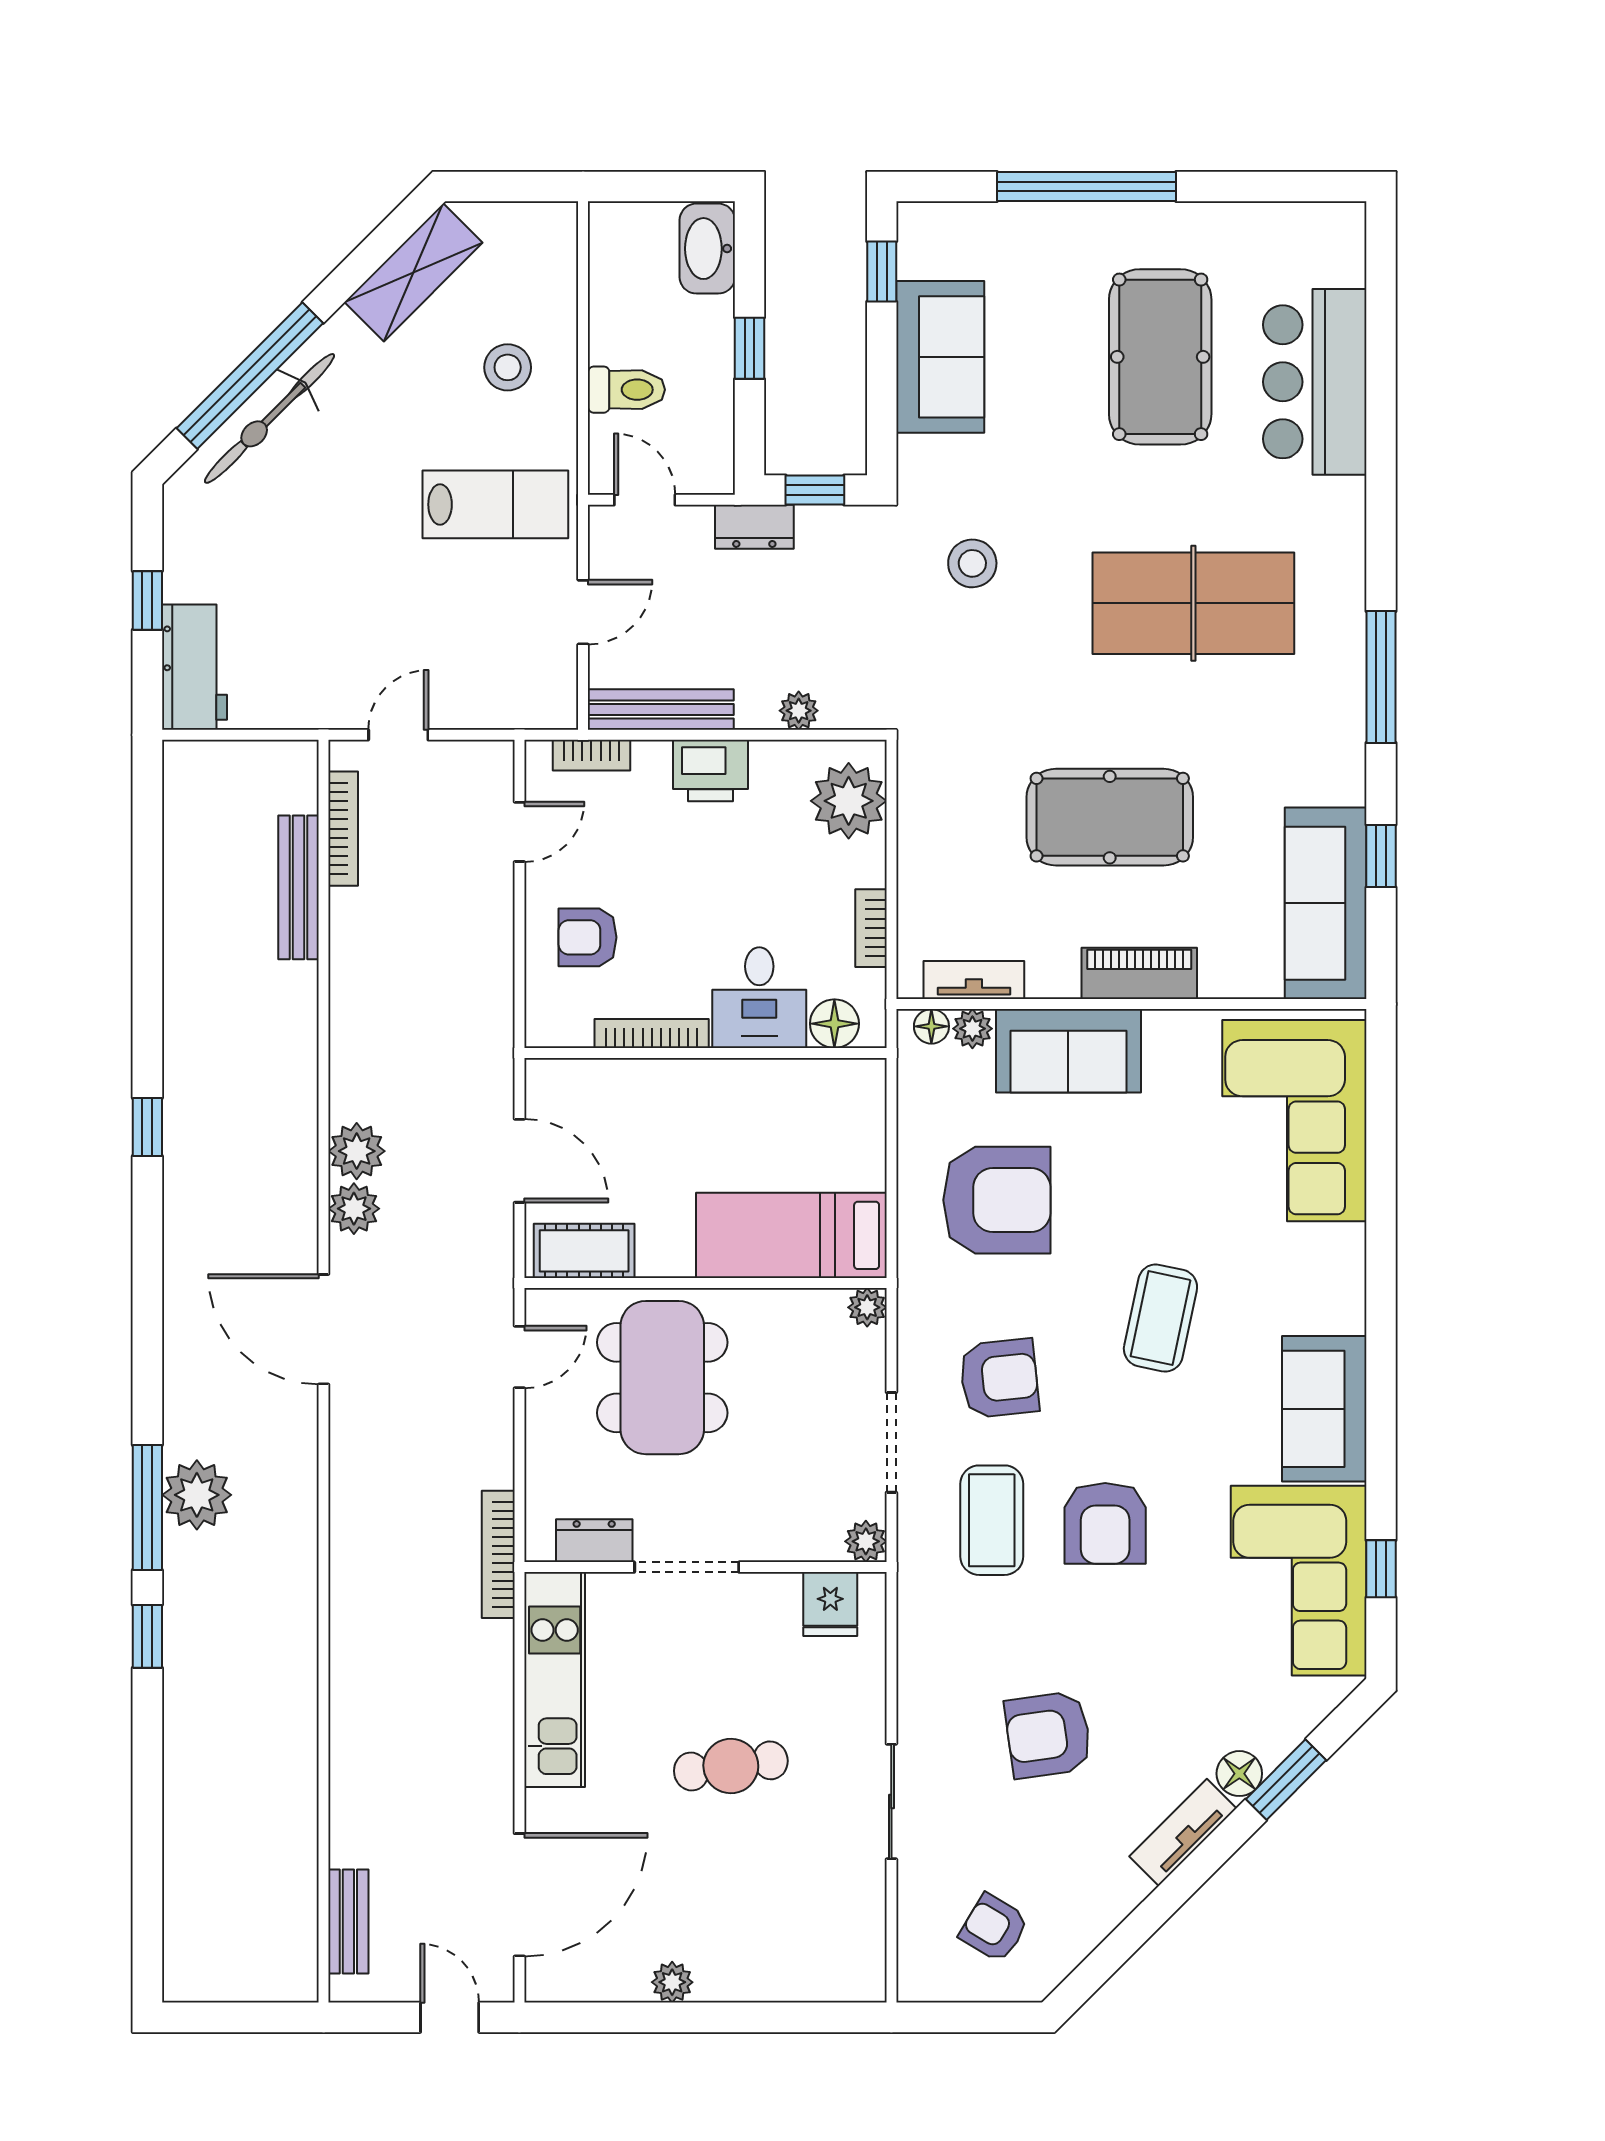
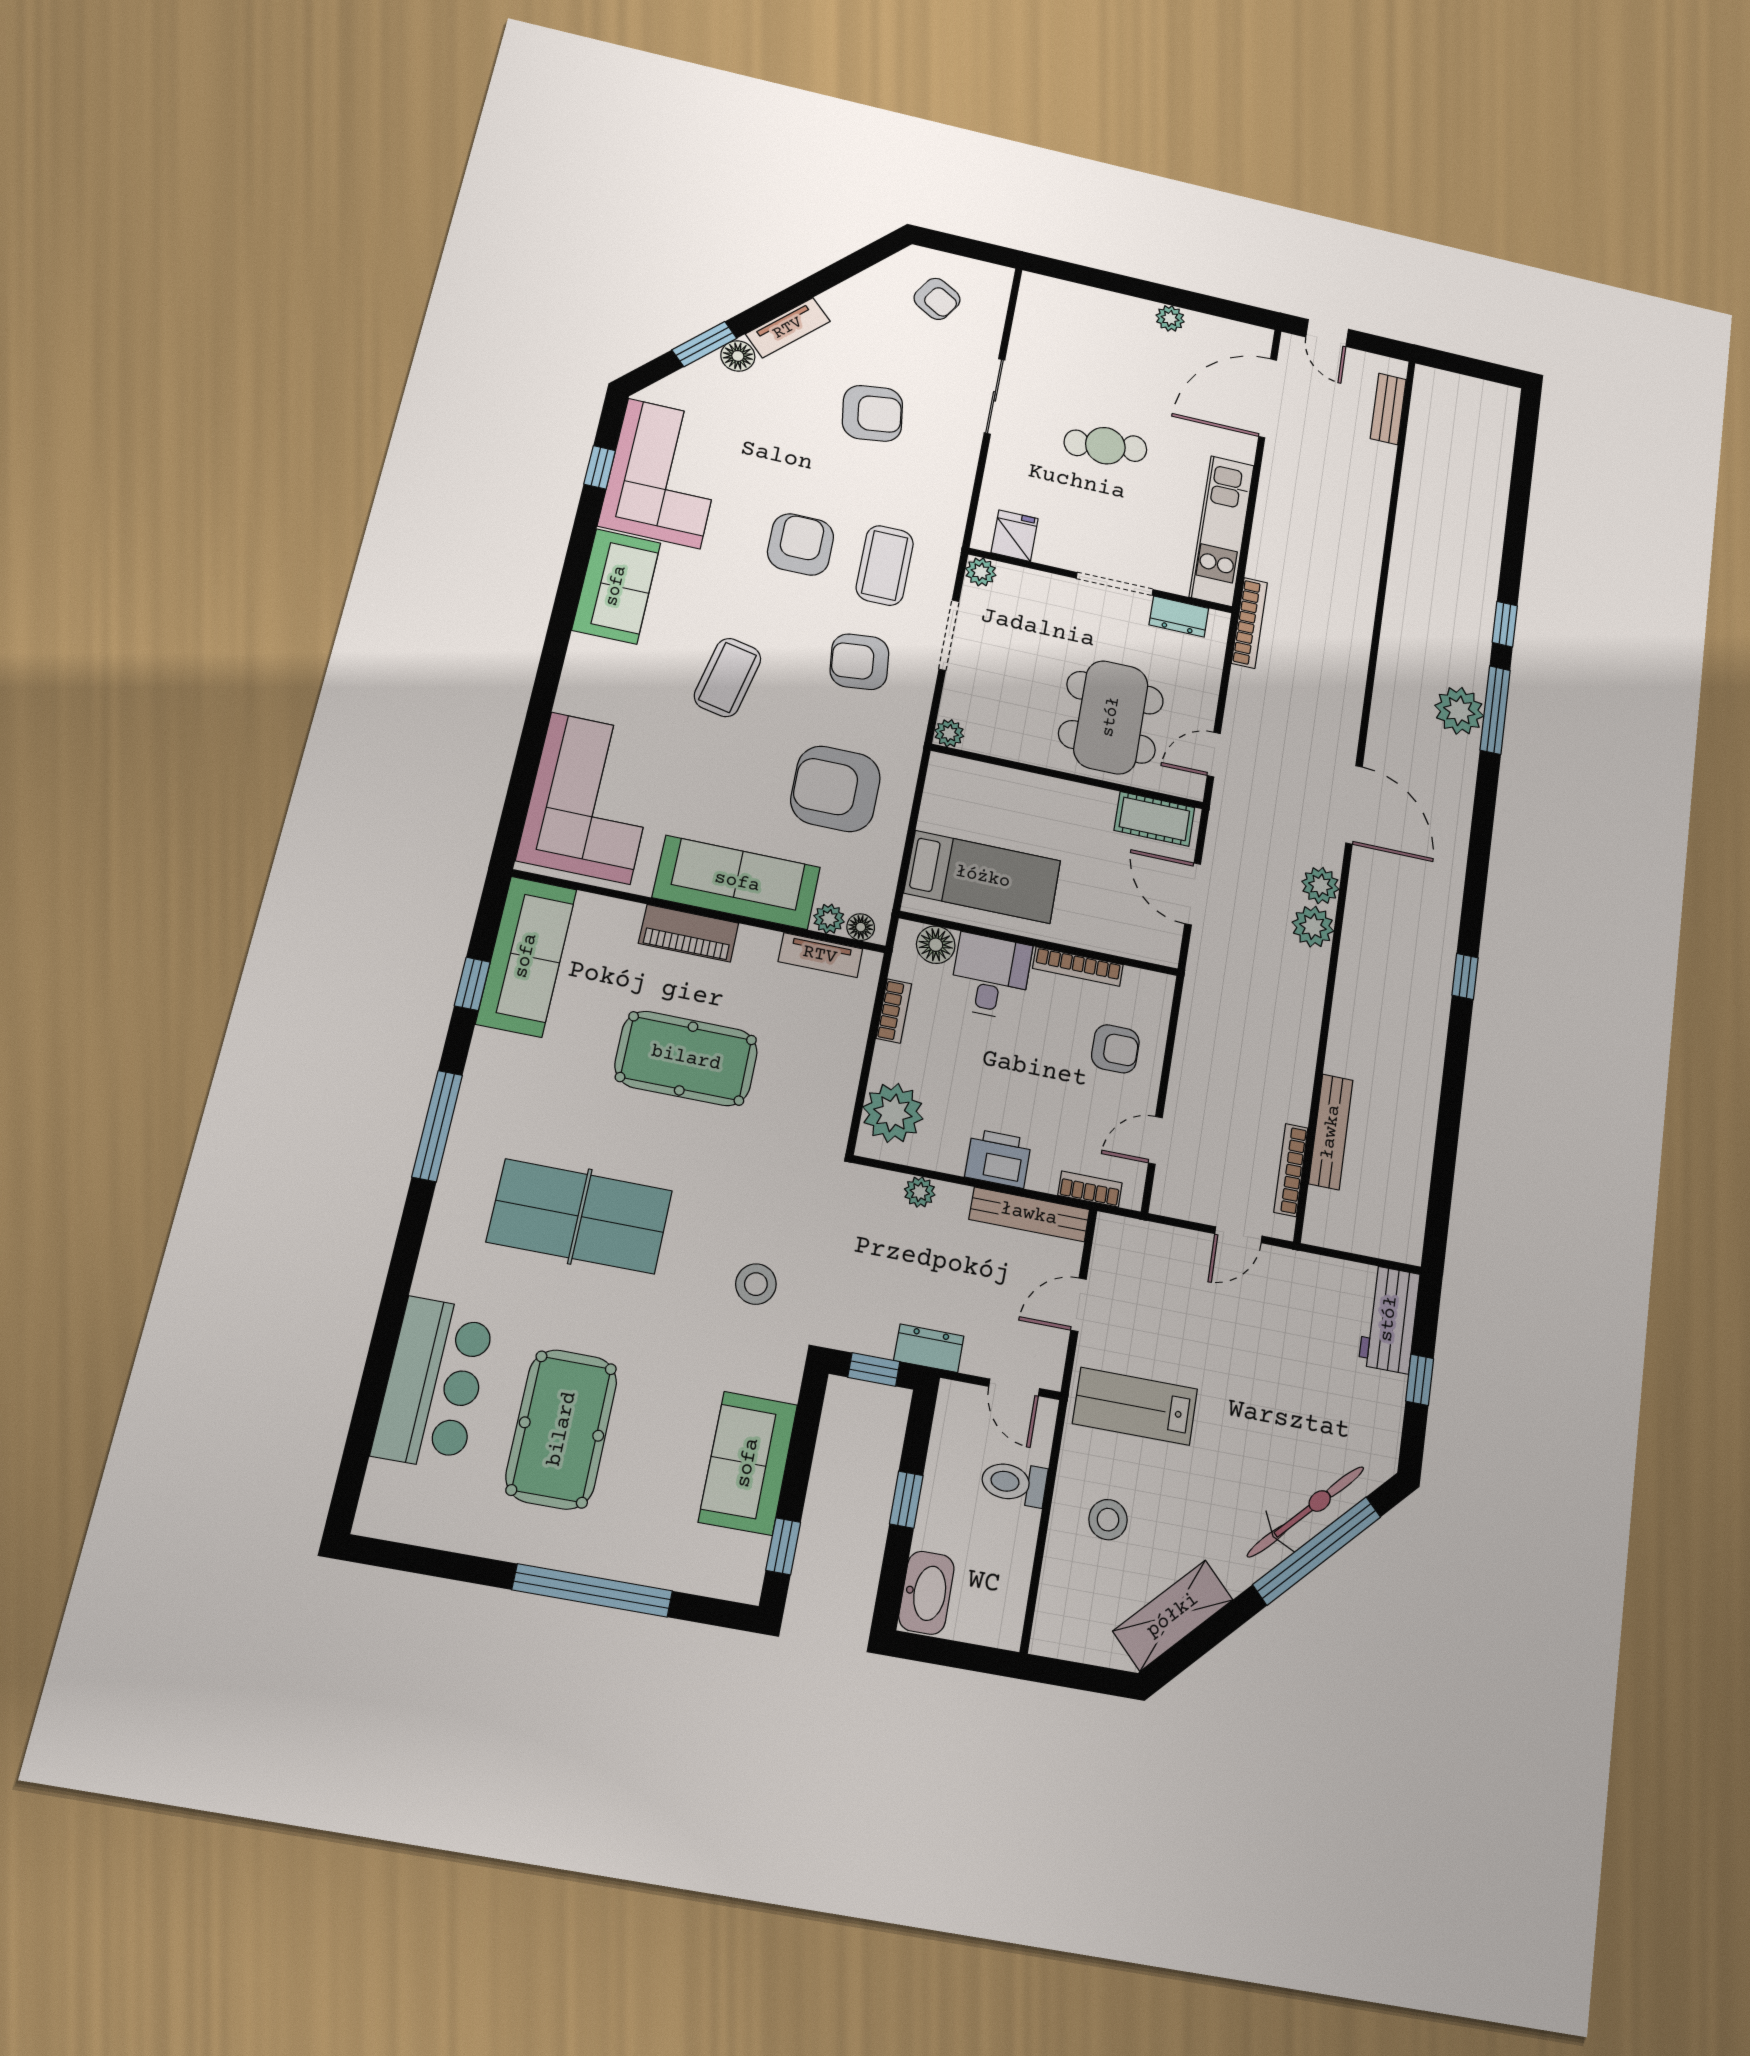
sofa: (1068, 1051) -> (737, 882), width x1.36
bed: (791, 1235) -> (983, 877), moved

